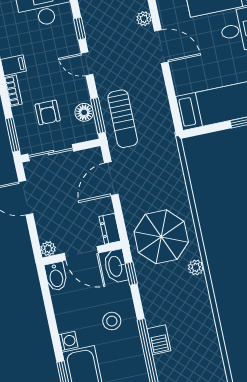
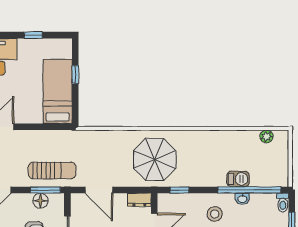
washbasin: (116, 266) -> (242, 199), moved, width x0.52, depth x0.69
plant: (196, 267) -> (267, 137), moved

